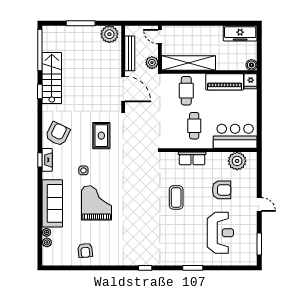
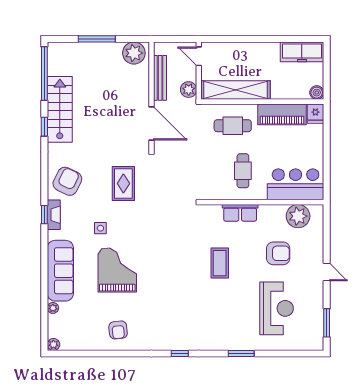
cafe table: (186, 91) -> (233, 126), turned 90
plant: (47, 242) -> (53, 344), moved
armchair: (85, 250) -> (118, 330), moved

